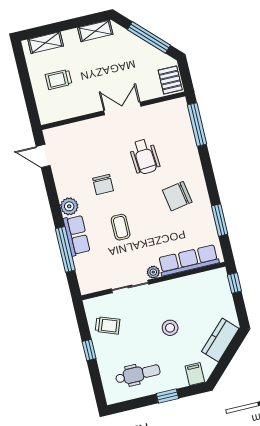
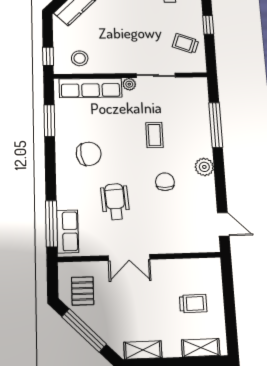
pallet: (170, 80) -> (83, 291), moved
row of seats: (77, 235) -> (67, 231), moved, turned 180
stool: (170, 328) -> (80, 58), moved

